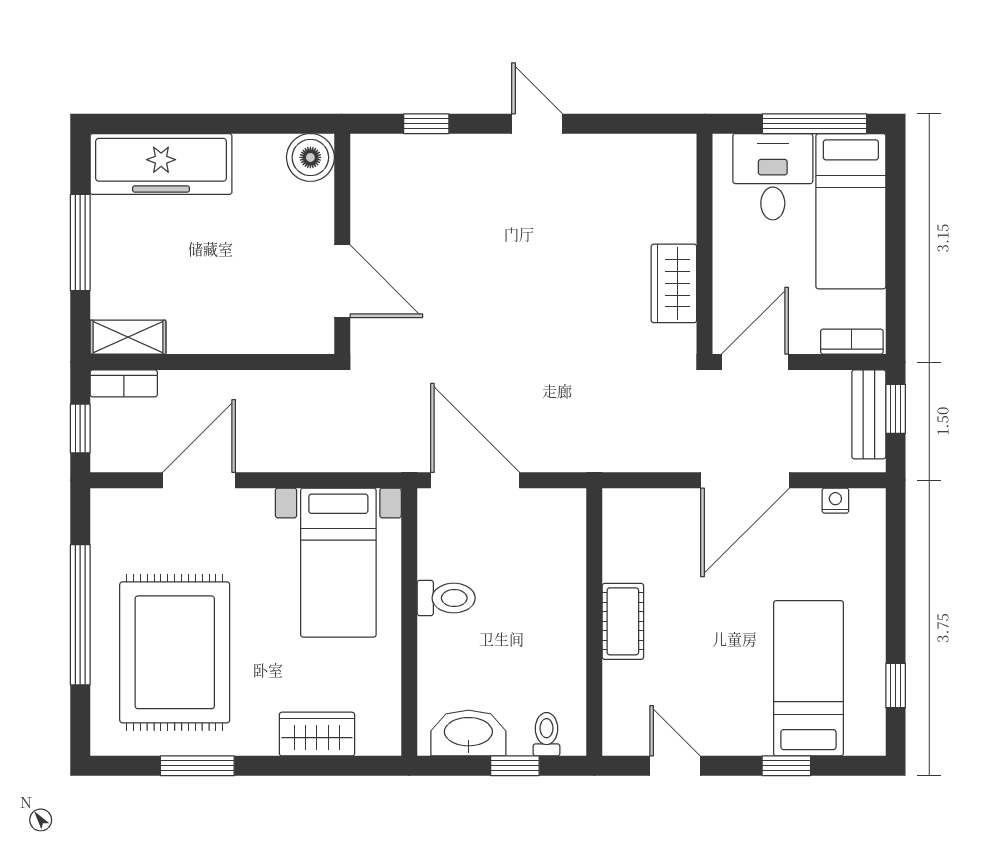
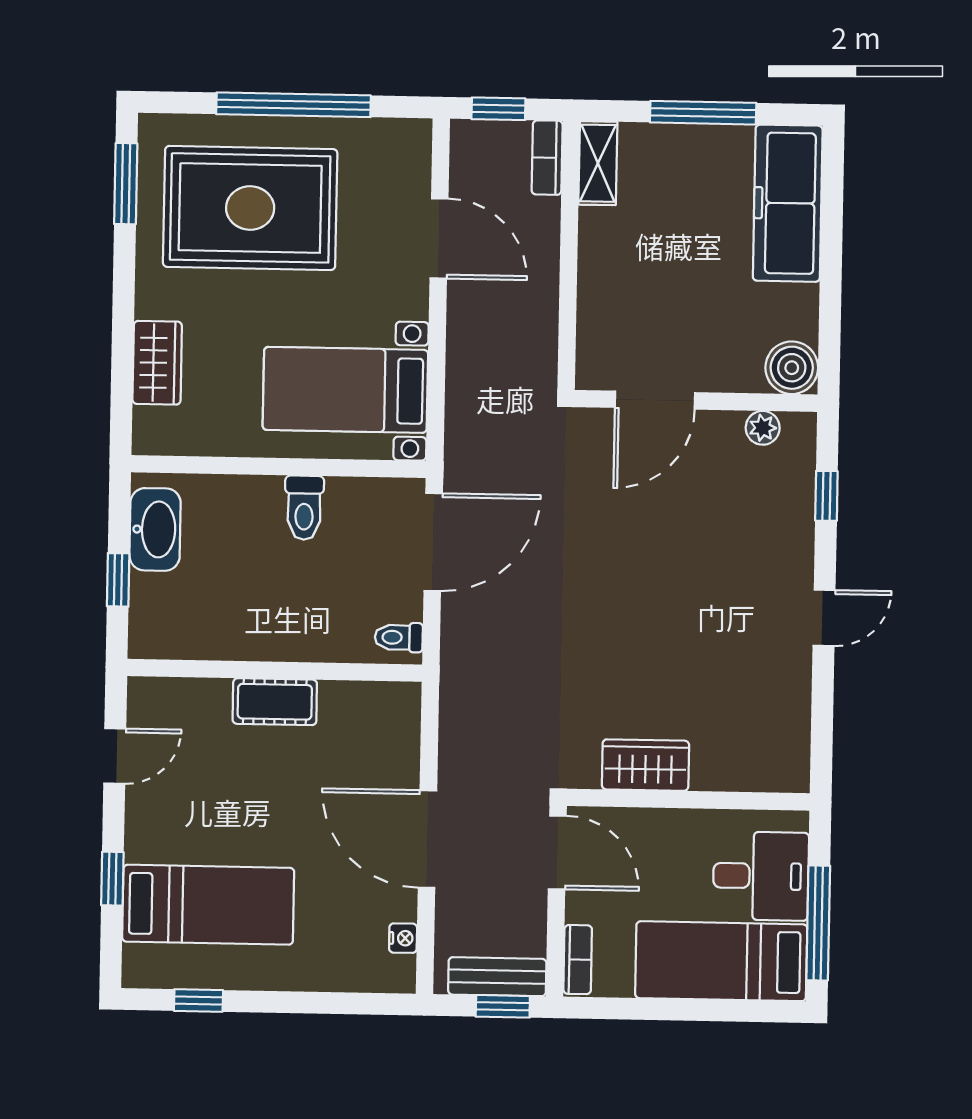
plant: (365, 183) -> (763, 428), added
toilet: (547, 734) -> (399, 637), moved, turned 180
window: (197, 766) -> (126, 184), moved

